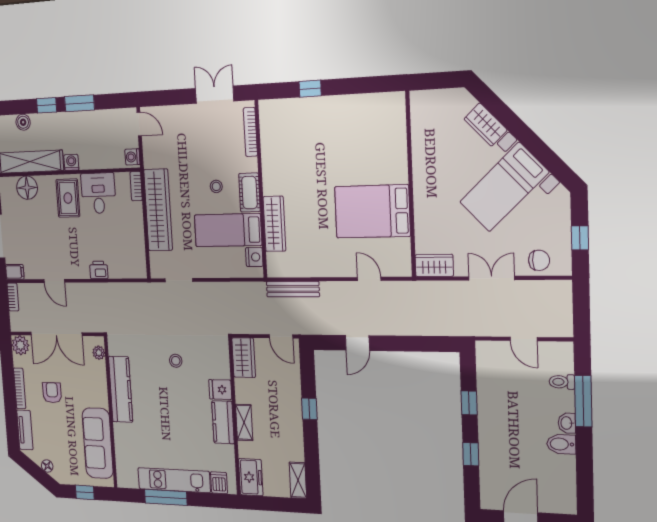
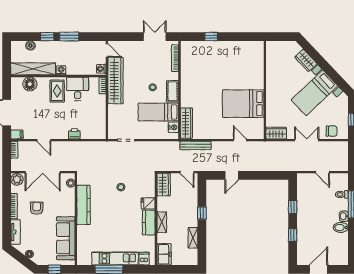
wardrobe: (158, 210) -> (115, 80), moved
wardrobe: (274, 224) -> (186, 123), moved
shelving: (298, 480) -> (193, 238), moved

